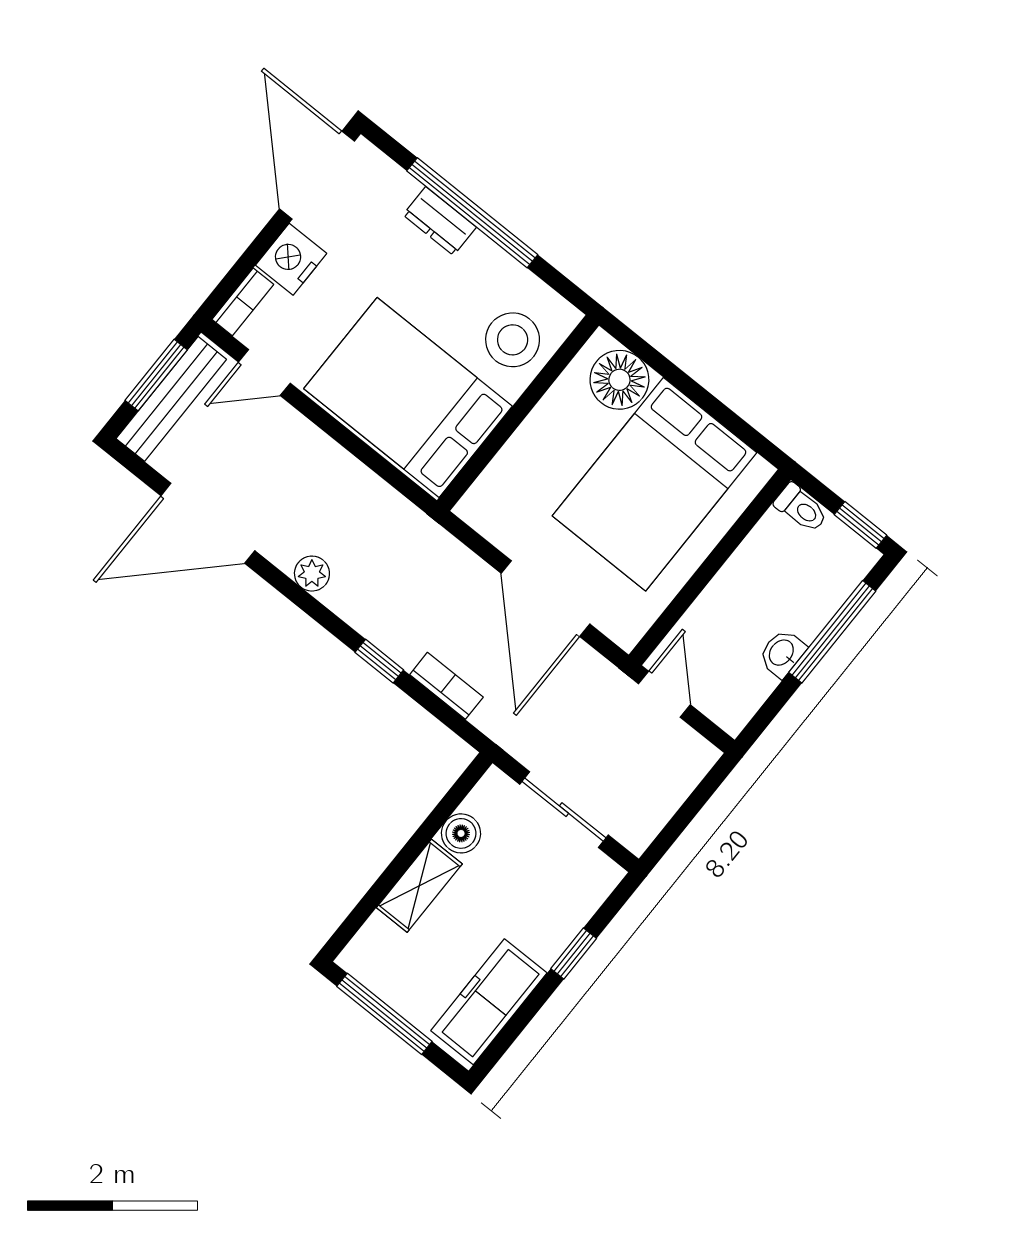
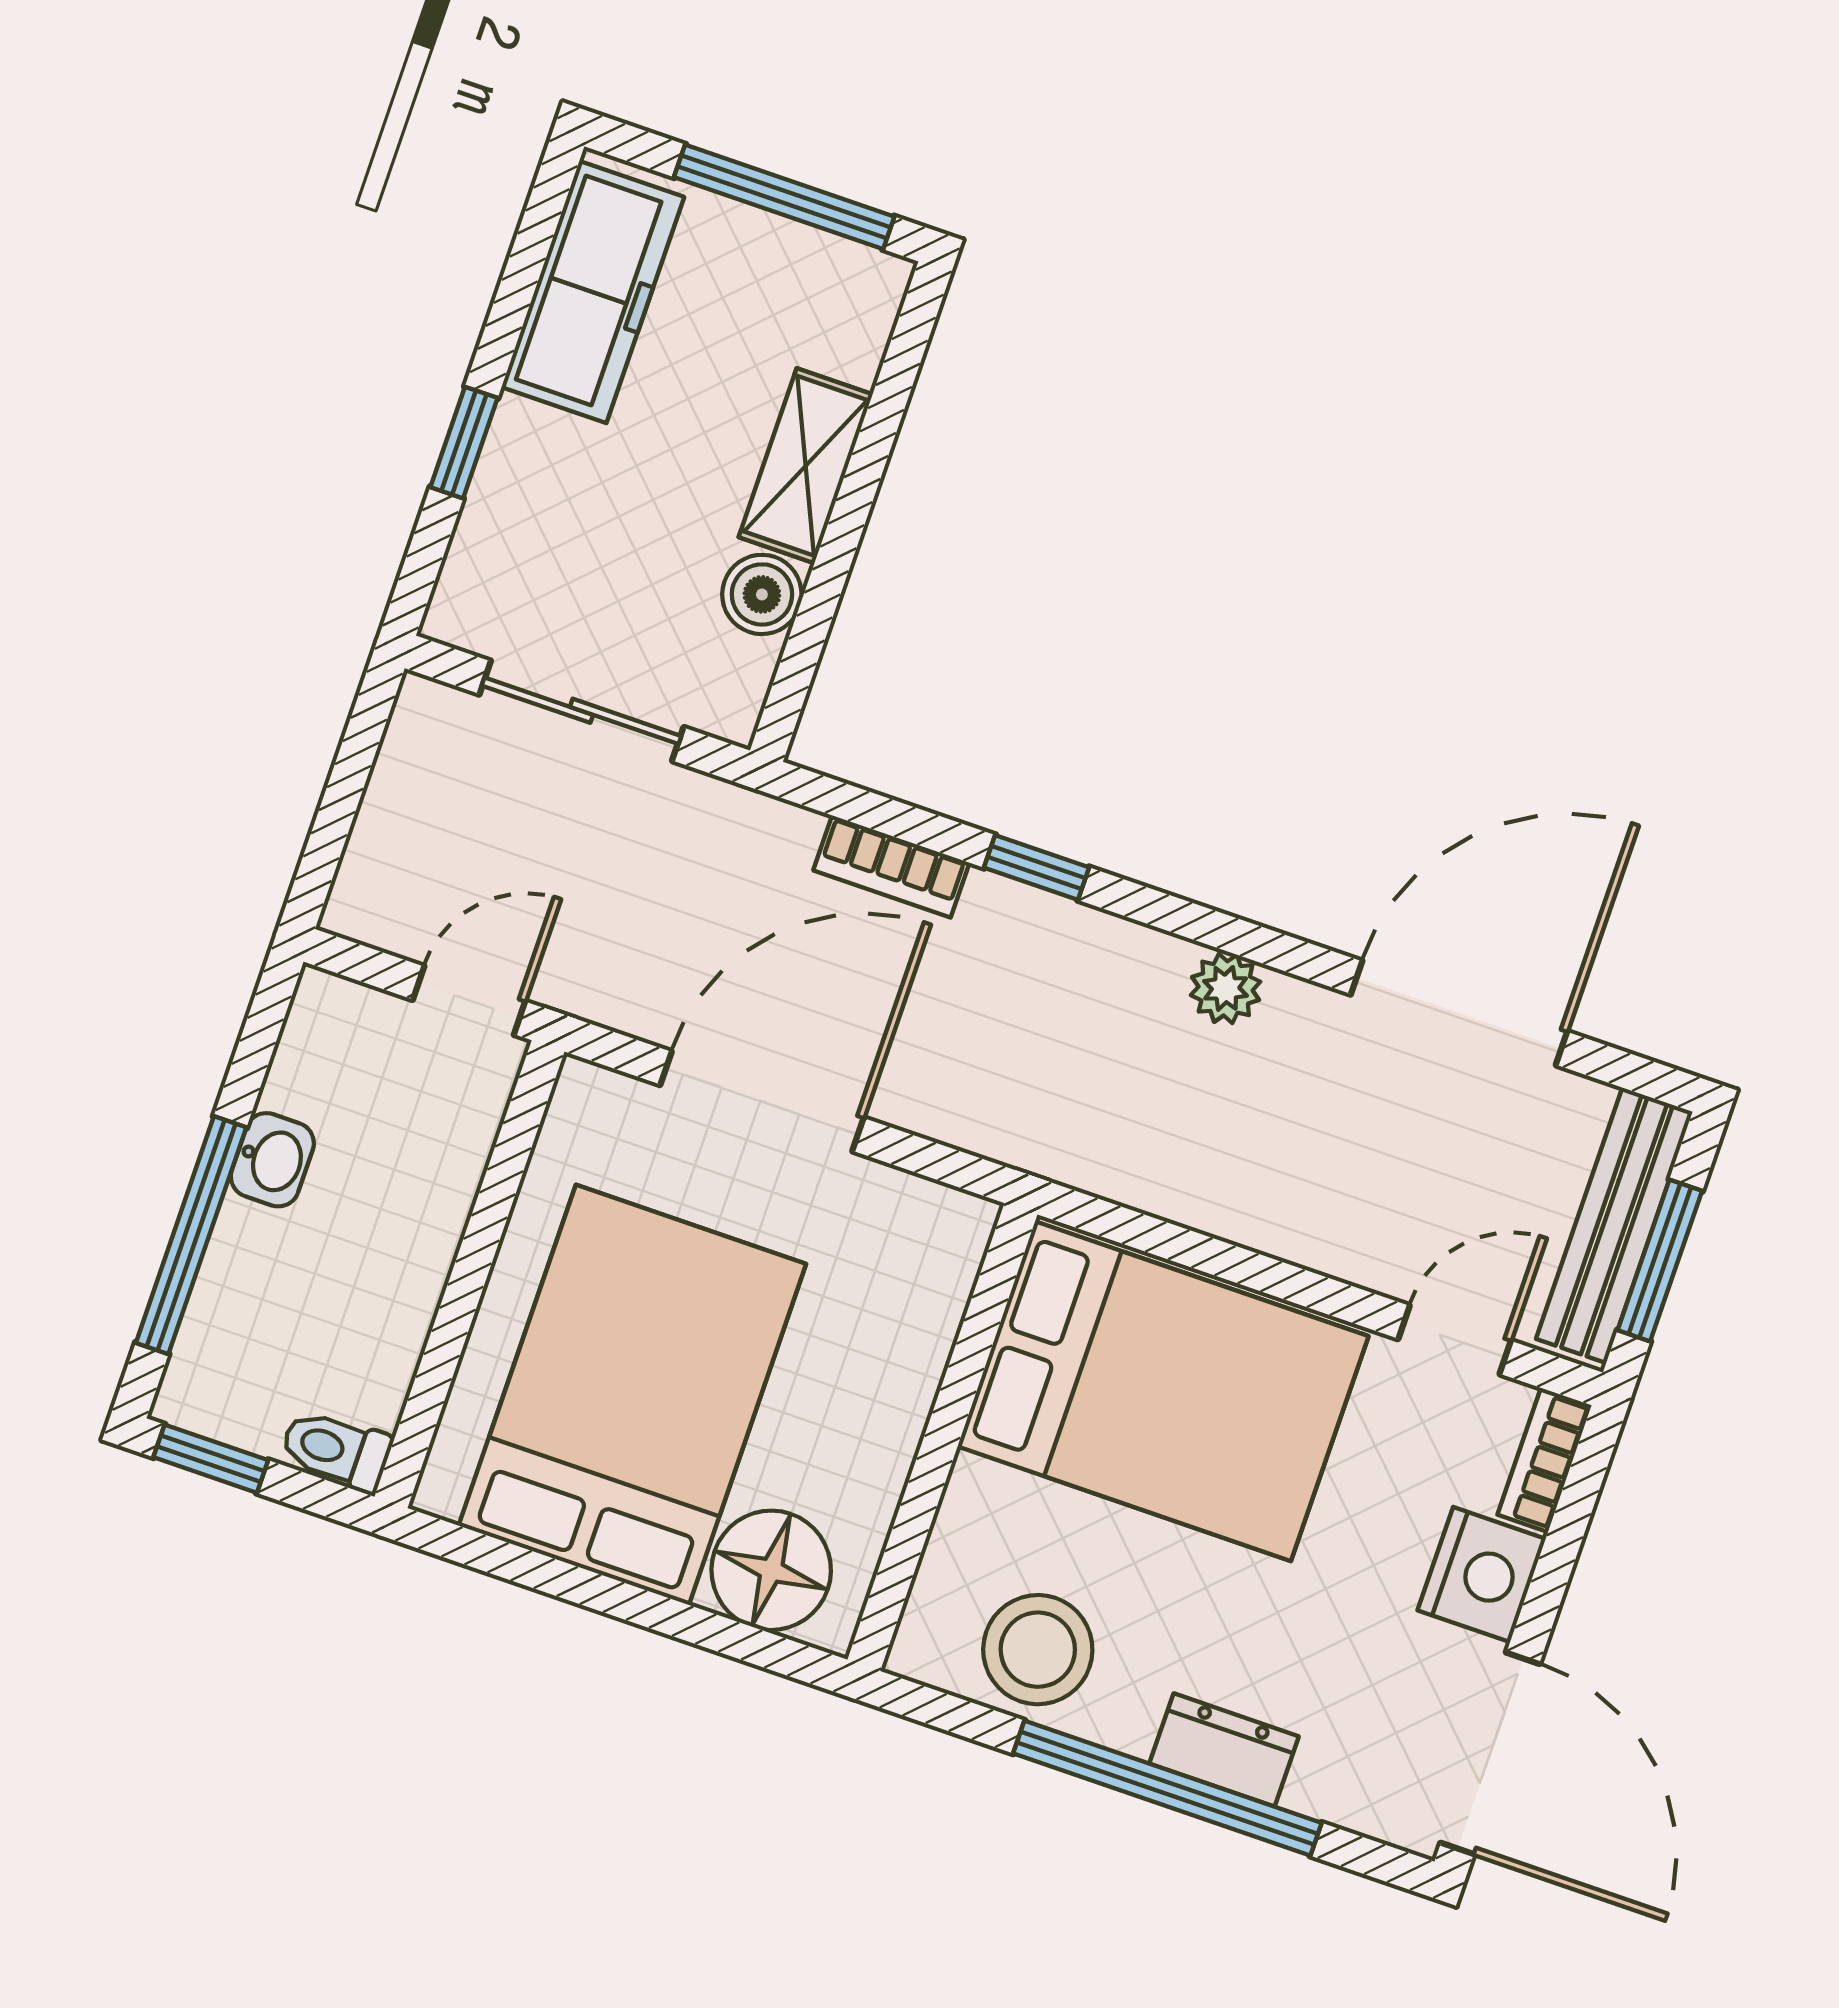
stool: (513, 340) -> (1038, 1650), moved
door: (546, 599) -> (762, 1101), hinge flipped
door: (664, 694) -> (469, 1000), swing flipped

